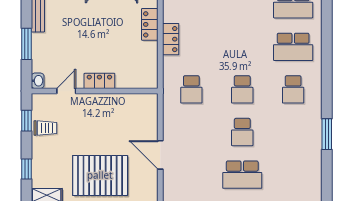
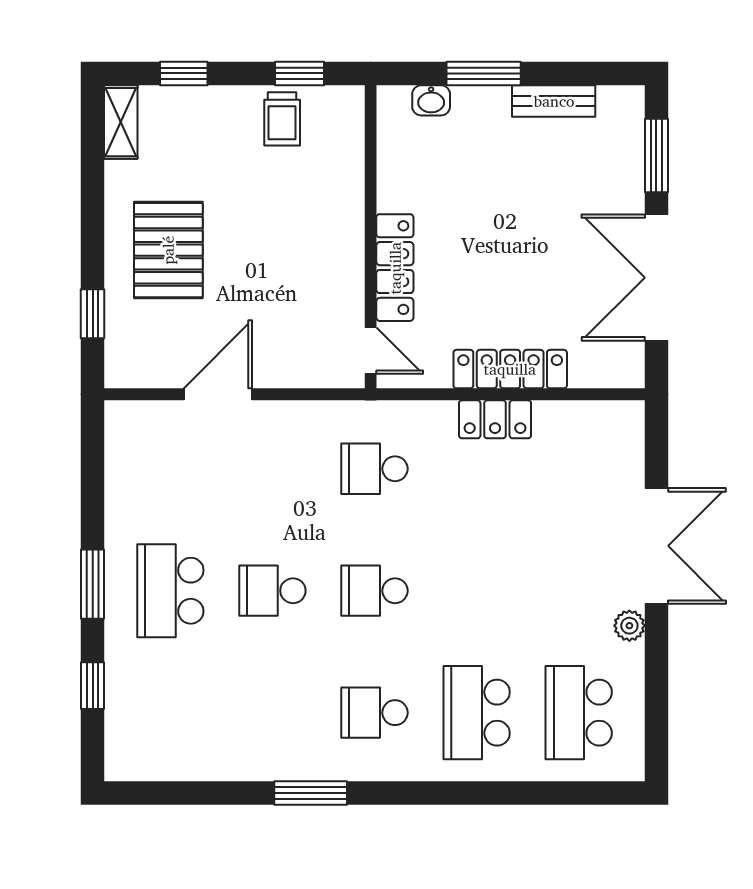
locker: (150, 24) -> (510, 369), width x1.53
washbasin: (38, 81) -> (431, 100), moved
locker: (99, 81) -> (395, 268), width x1.53
door: (66, 91) -> (371, 351), moved
window: (327, 134) -> (311, 793), moved
pallet: (100, 175) -> (168, 250), width x0.73, depth x0.71

